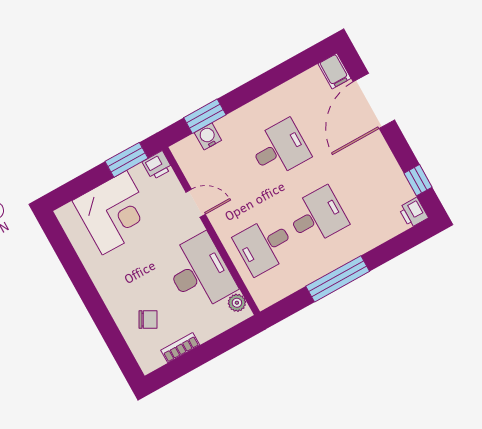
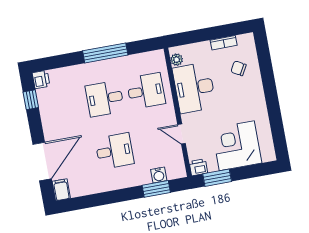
desk: (280, 149) -> (114, 151), turned 180

